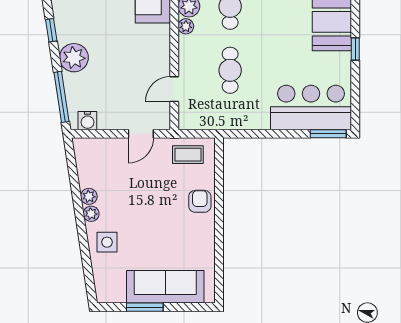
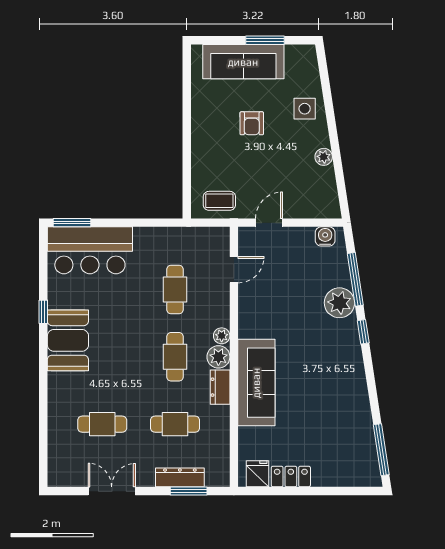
window: (61, 97) -> (355, 279), moved
armchair: (200, 201) -> (252, 123), moved
plant: (91, 214) -> (321, 139), removed

